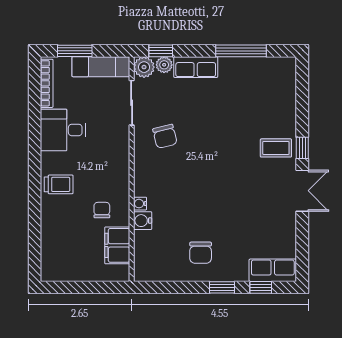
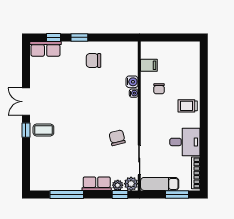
filing cabinet: (117, 245) -> (149, 65), width x0.50
chair: (201, 253) -> (93, 60), turned -90

